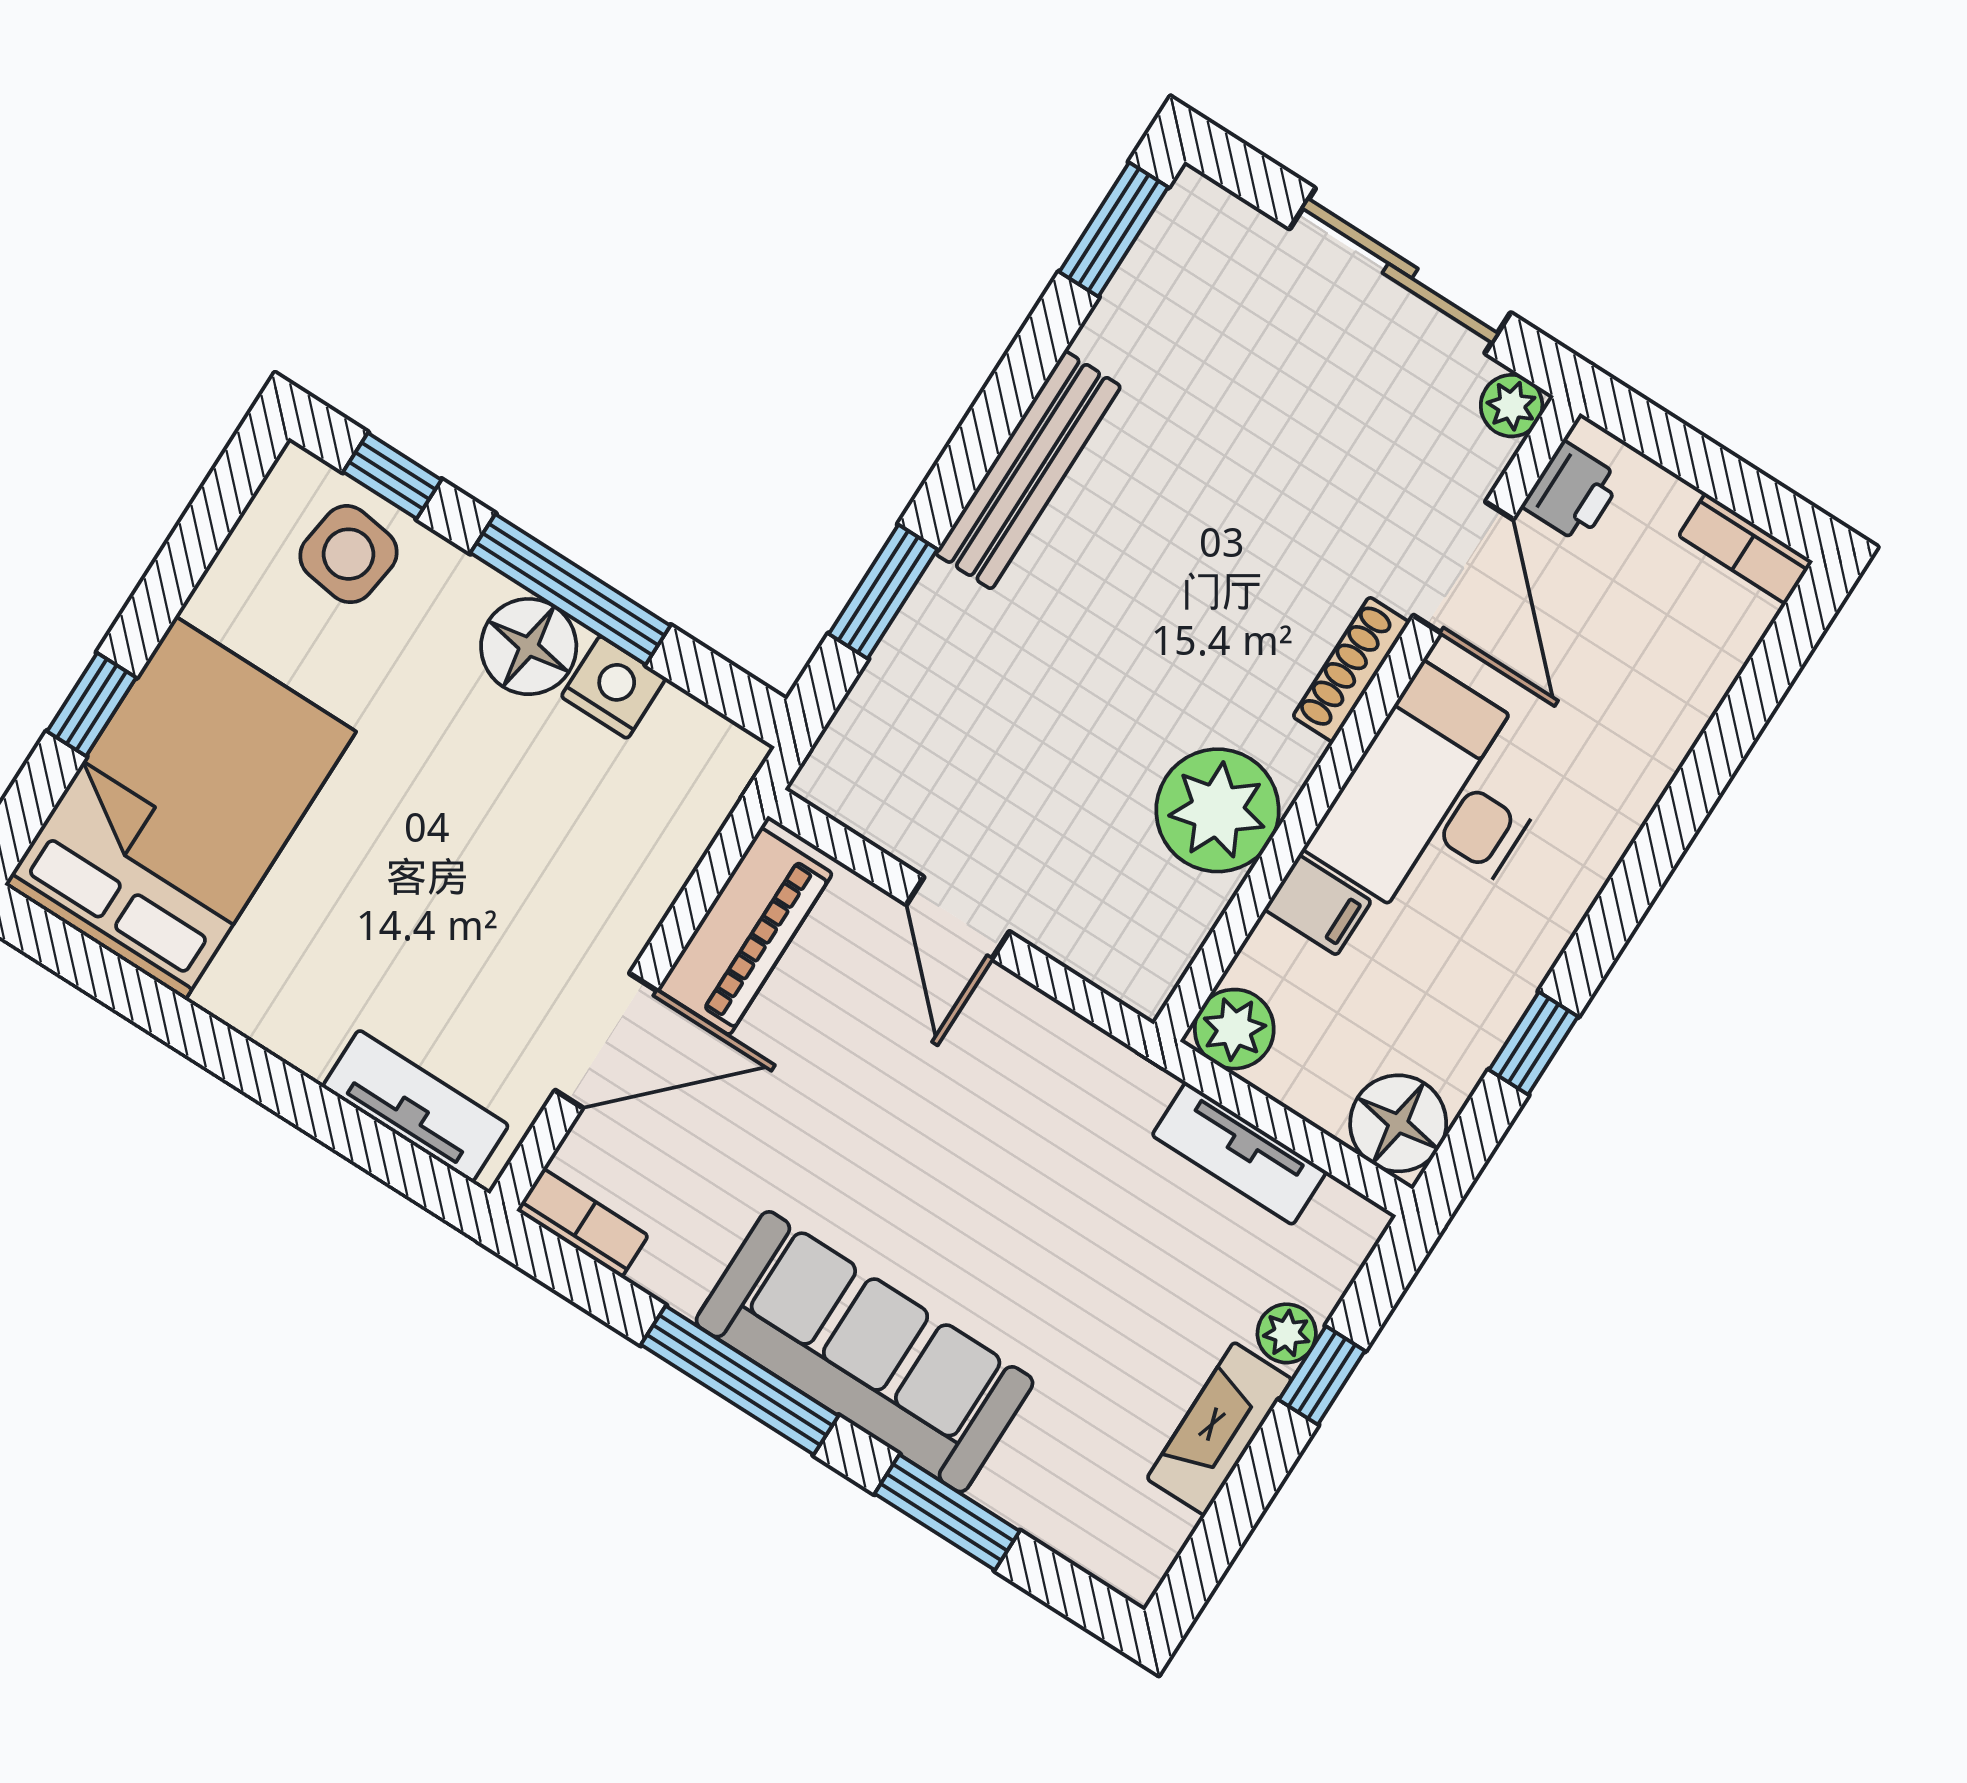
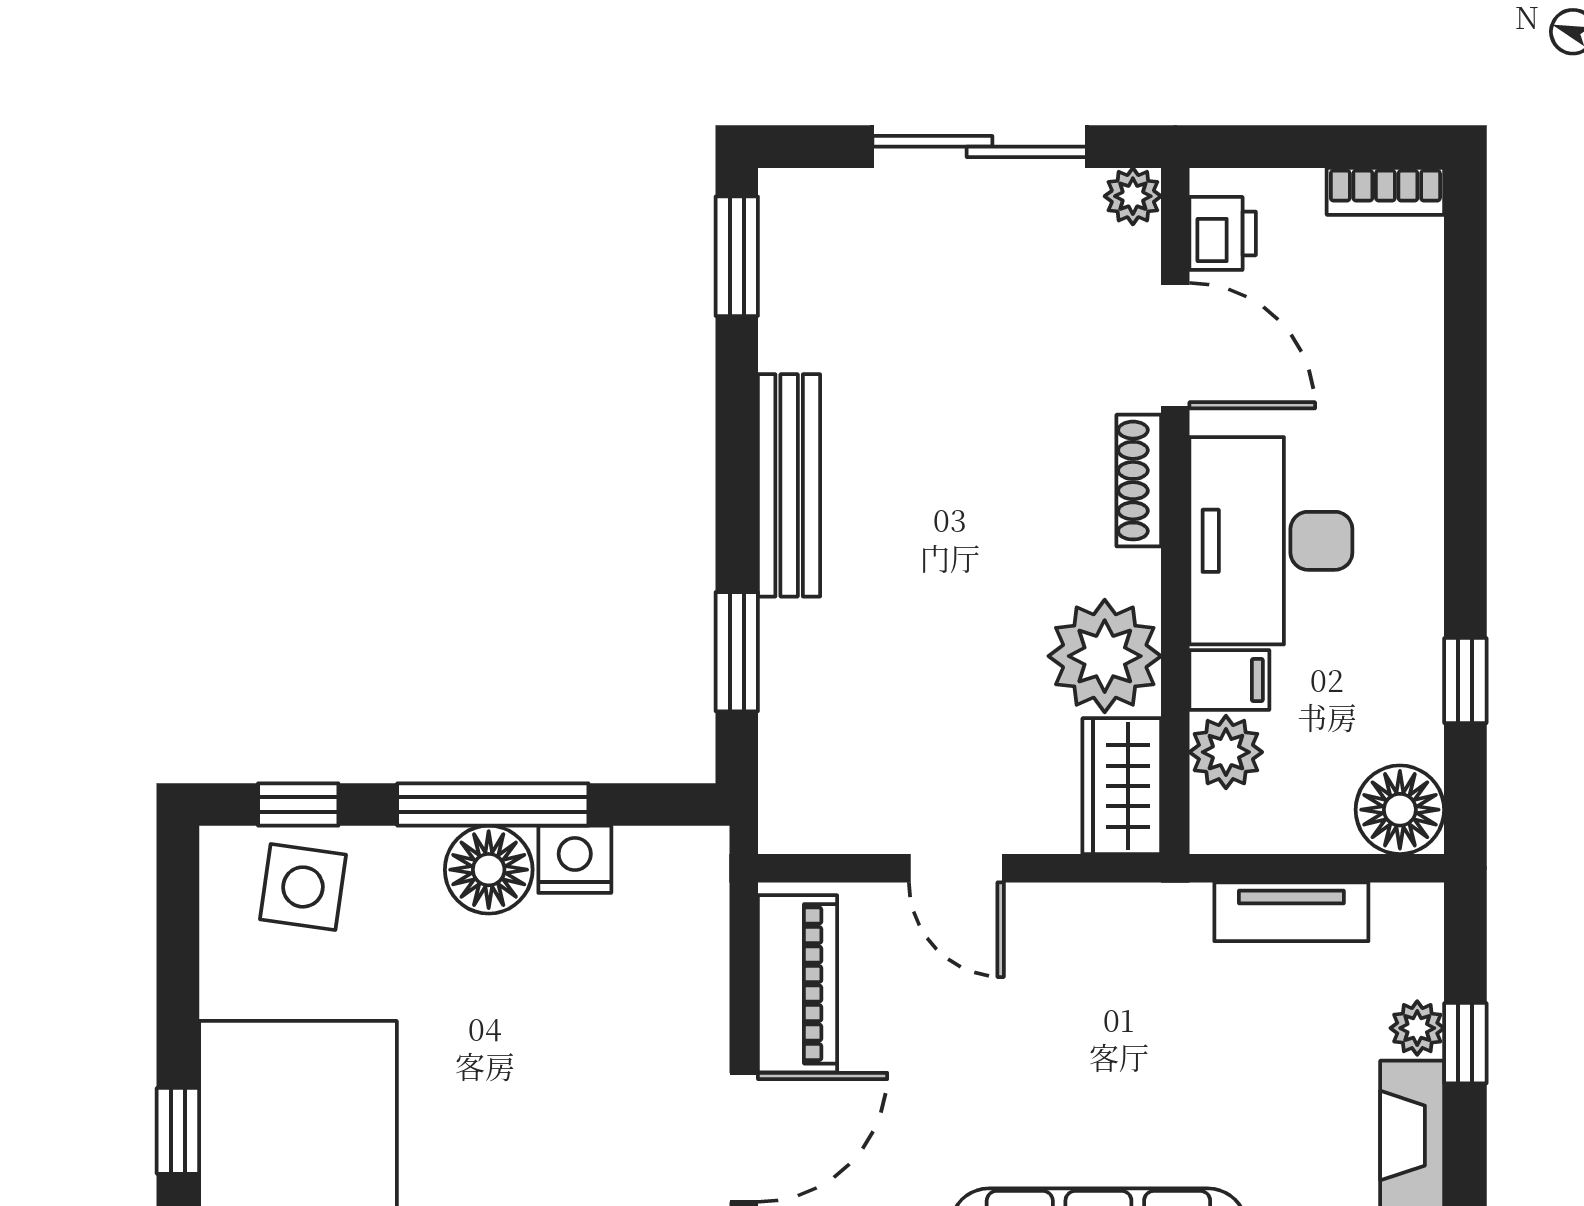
wardrobe: (1157, 939) -> (1122, 786), added
plant: (1234, 1029) -> (1226, 752), moved

